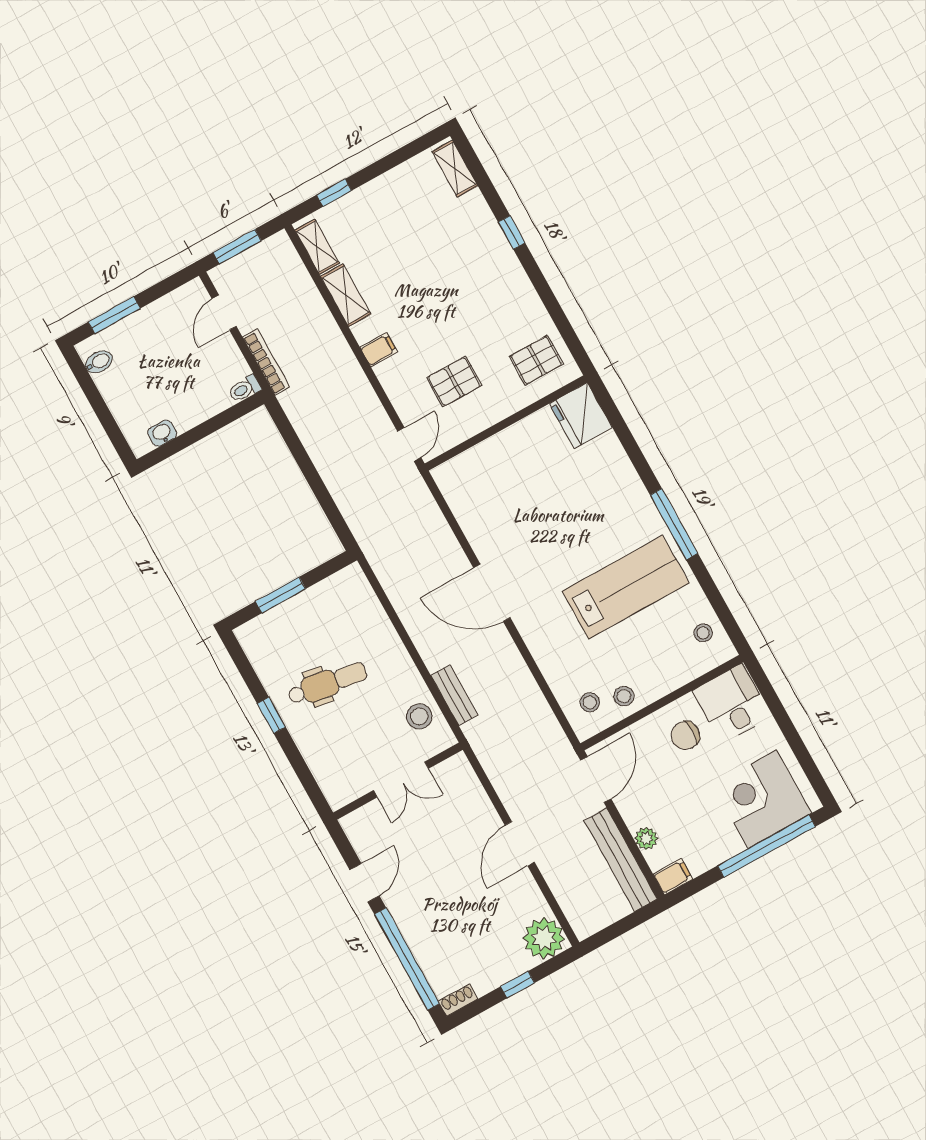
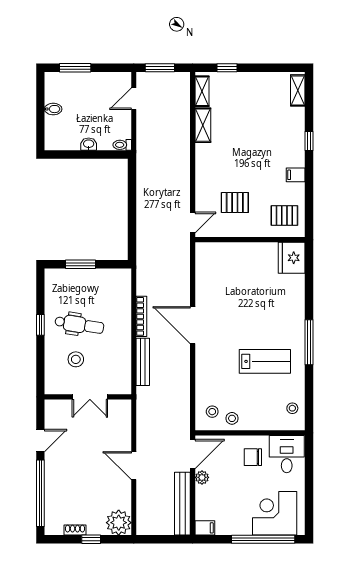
filing cabinet: (379, 350) -> (296, 175), moved, turned 180
bidet: (99, 362) -> (53, 109), moved
bookcase: (266, 362) -> (141, 316), moved
washbasin: (162, 433) -> (89, 144), moved
lab bench: (626, 587) -> (265, 361), width x0.73, depth x0.72
bench: (454, 695) -> (143, 362), width x1.36
stool: (419, 716) -> (76, 359), moved
plant: (646, 838) -> (202, 477), moved
door: (520, 844) -> (134, 466), hinge flipped
shoe rack: (458, 1000) -> (75, 530), moved

